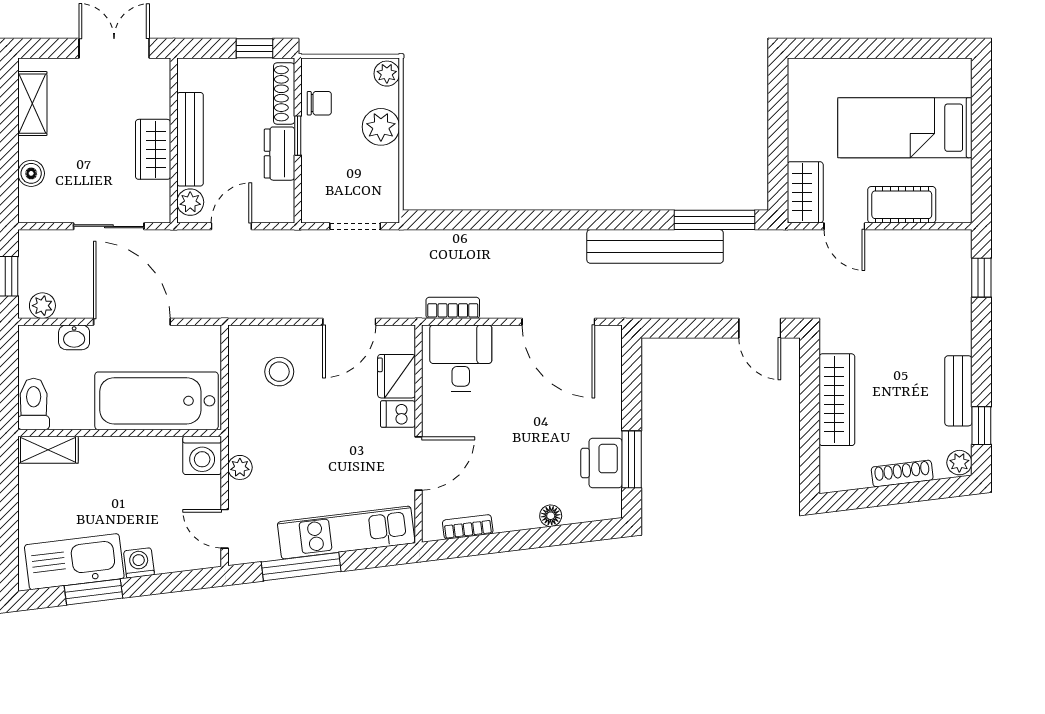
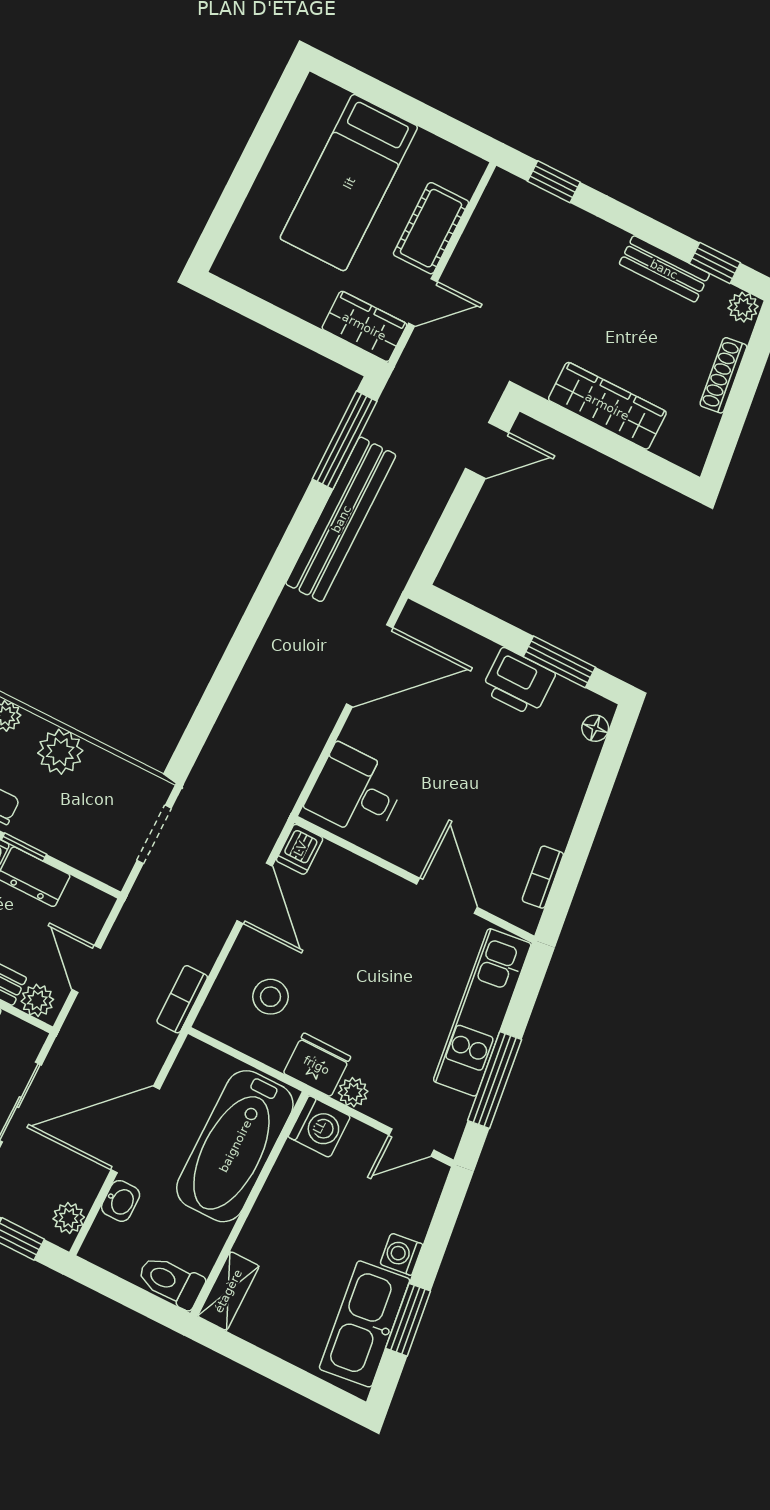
bookcase: (453, 308) -> (182, 999), moved
fridge: (397, 376) -> (317, 1065), moved, turned 180
dishwasher: (398, 414) -> (300, 849), moved
printer: (602, 463) -> (518, 682), moved
floor lamp: (551, 516) -> (595, 728), moved

